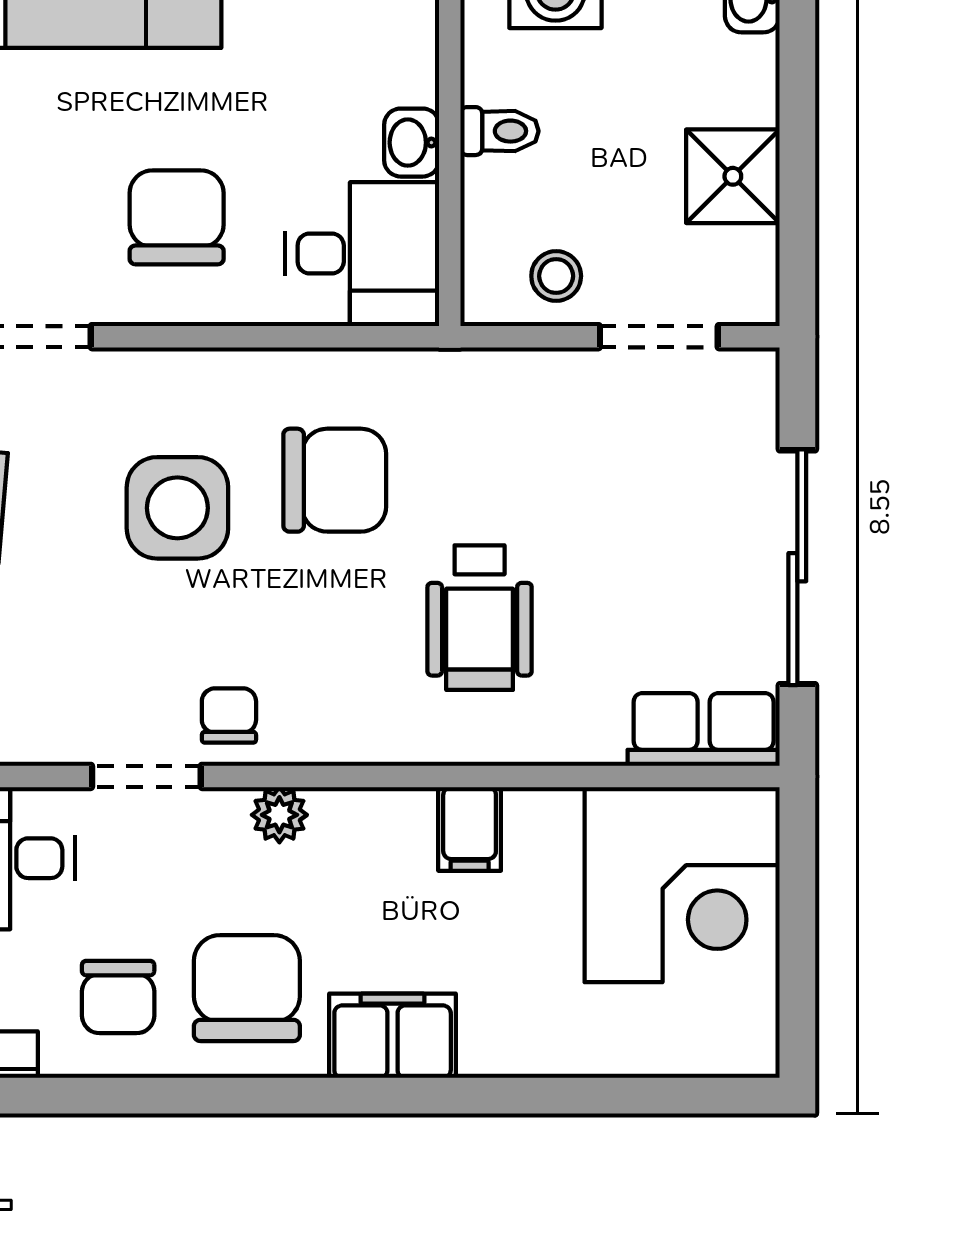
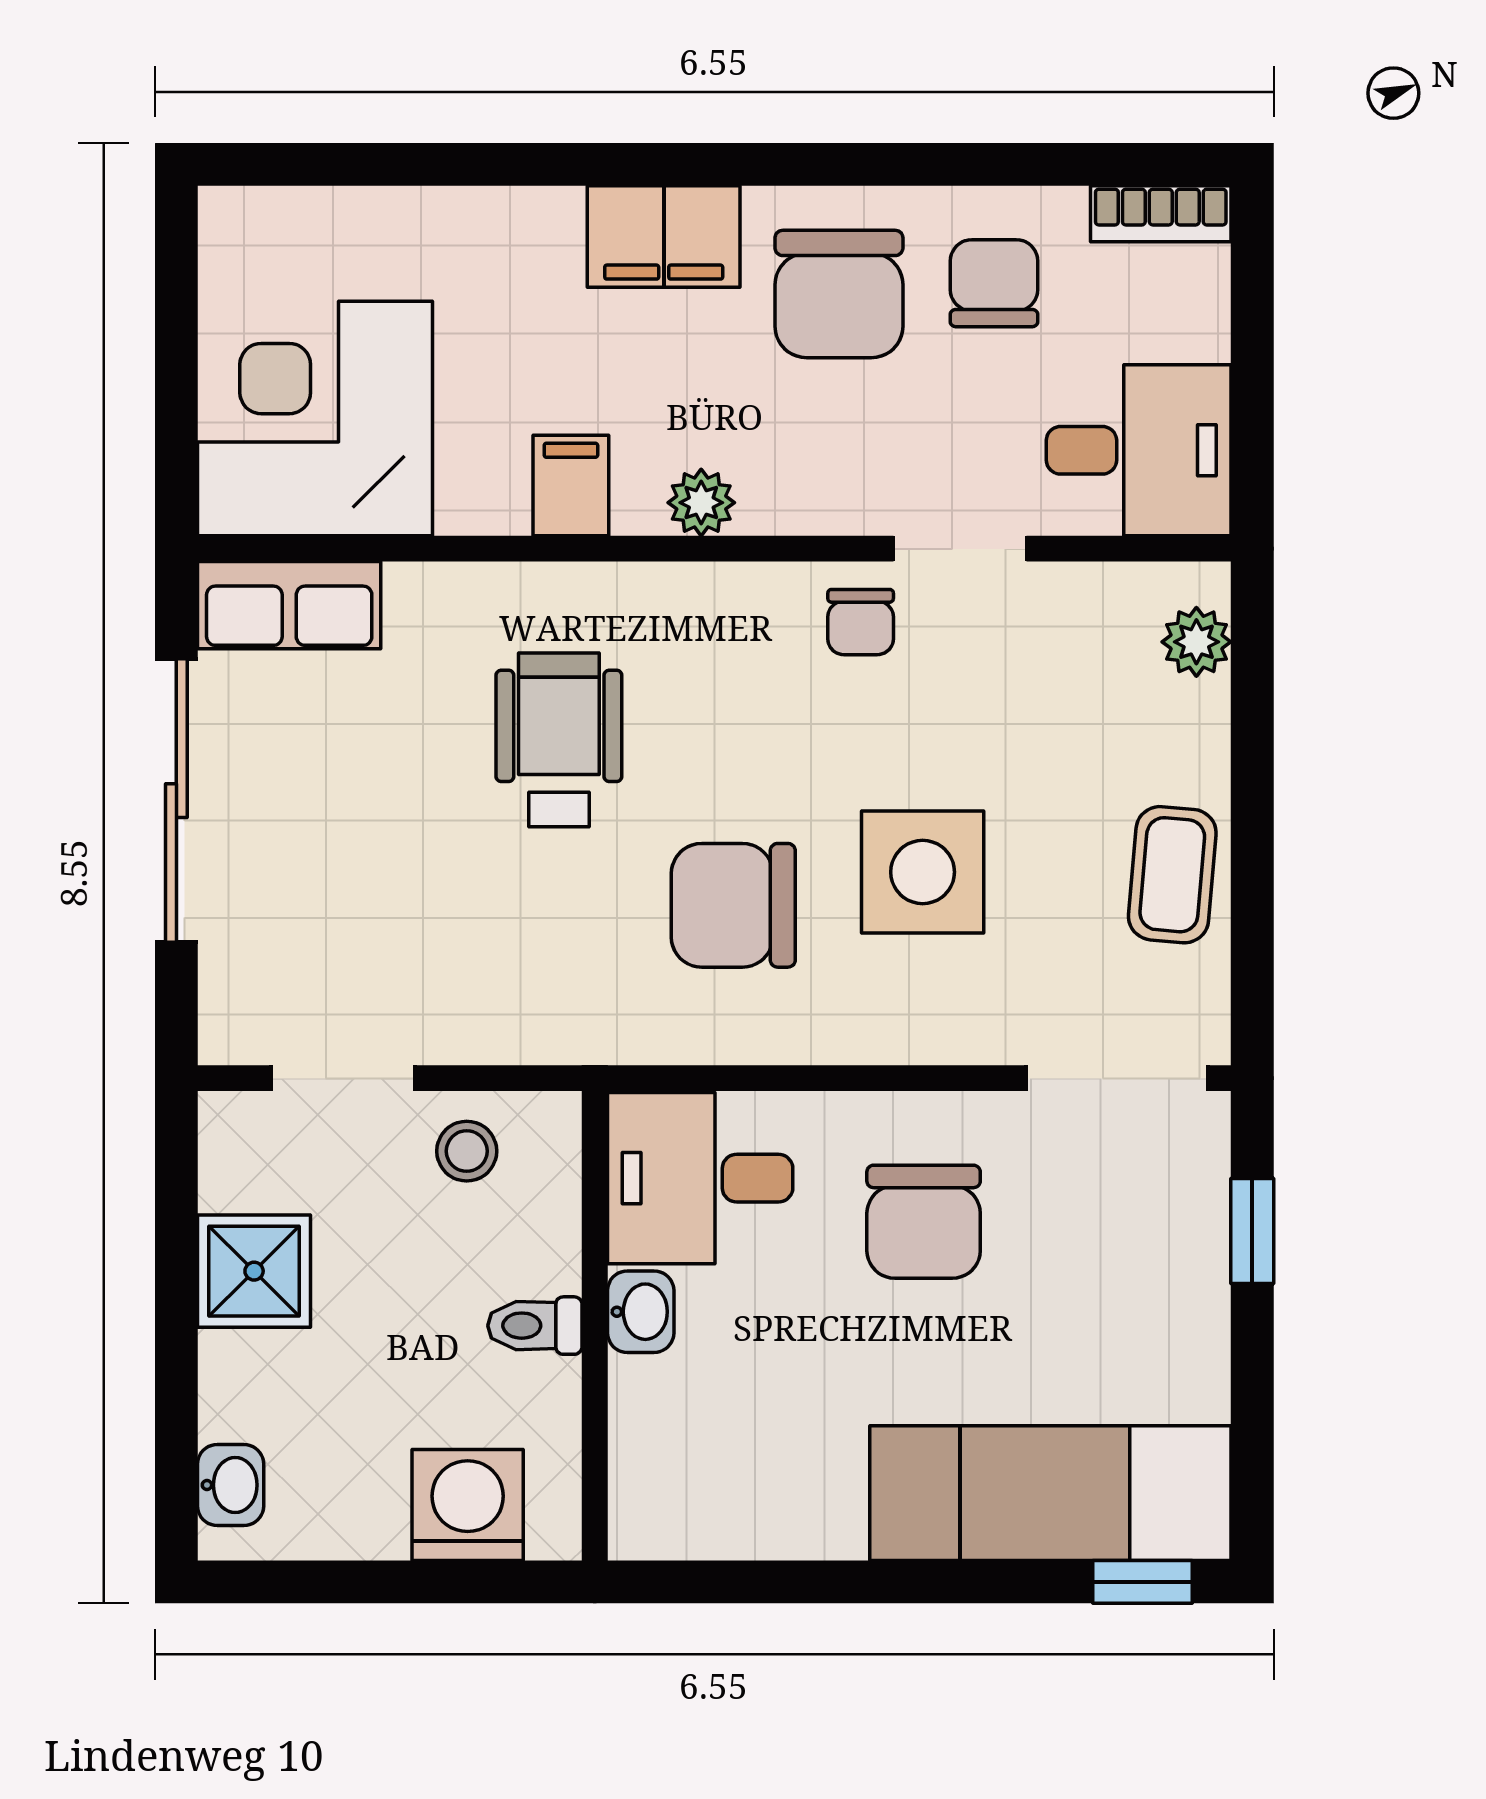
plant: (279, 815) -> (701, 503), moved

